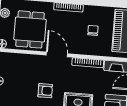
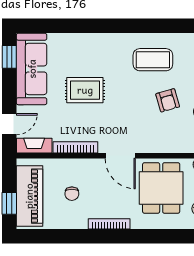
armchair: (45, 91) -> (168, 100), moved, turned -106

